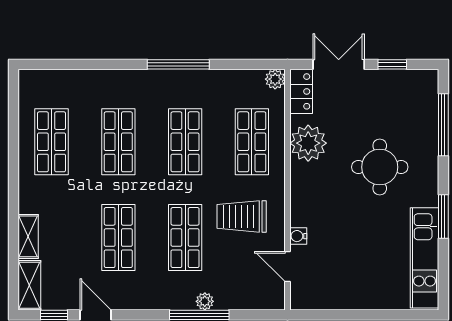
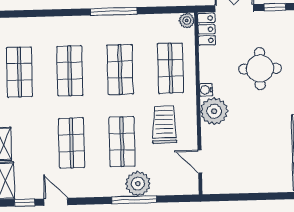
plant: (308, 143) -> (214, 111), moved
round table: (380, 167) -> (260, 69), moved
trolley: (242, 216) -> (164, 125), turned 90
water cooler: (298, 236) -> (206, 90), moved
plant: (205, 301) -> (138, 184), width x1.88, depth x1.88

